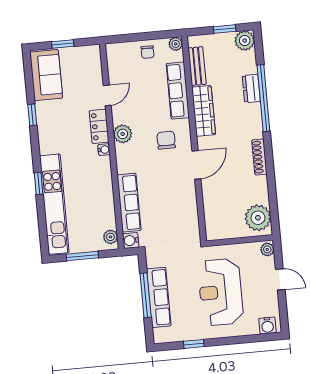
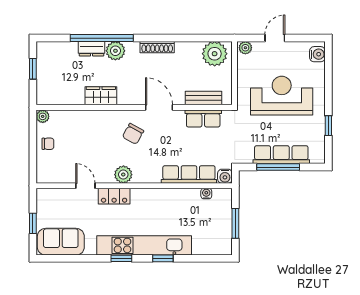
plant: (245, 41) -> (115, 51), moved
bench: (197, 66) -> (204, 98), moved
row of seats: (178, 91) -> (203, 118), moved, width x0.68
wardrobe: (204, 111) -> (101, 96), width x0.67
window: (32, 115) -> (121, 258), moved
chair: (166, 140) -> (133, 134), turned -61
water cooler: (104, 150) -> (206, 194), moved
kitchen unit: (54, 204) -> (144, 245), moved
plant: (111, 237) -> (220, 195), removed
reception desk: (221, 292) -> (282, 96), turned 180

